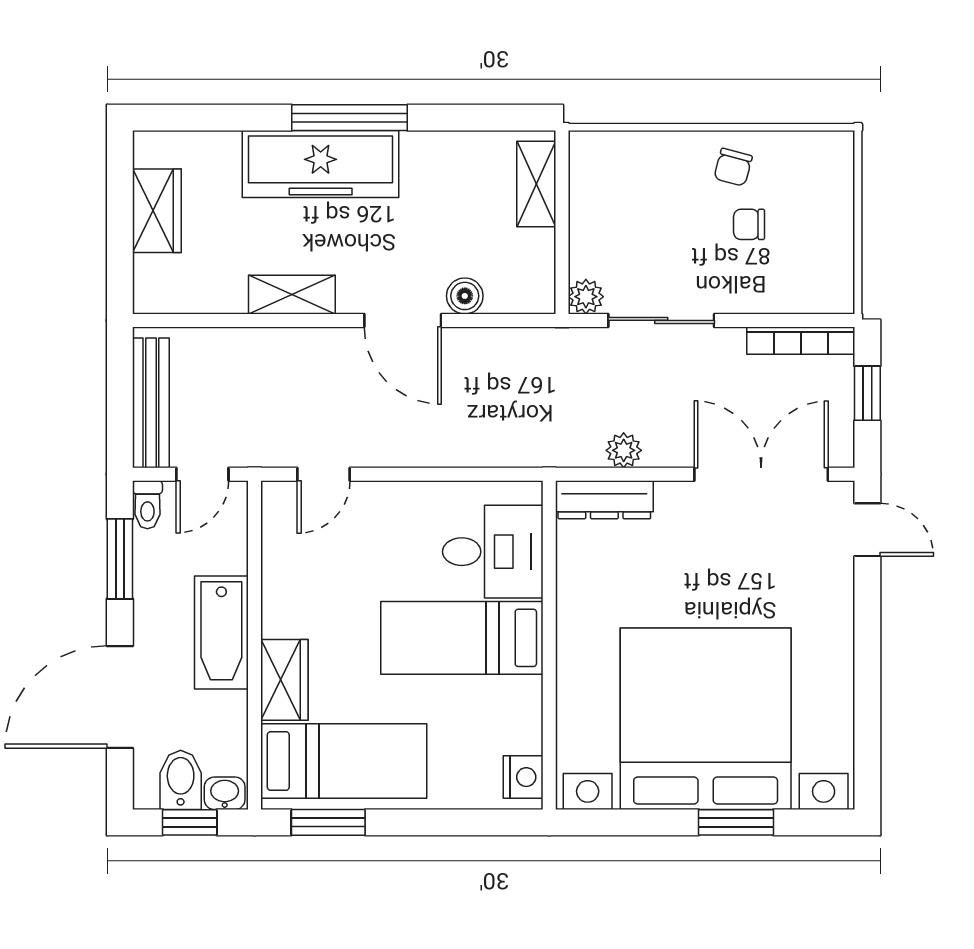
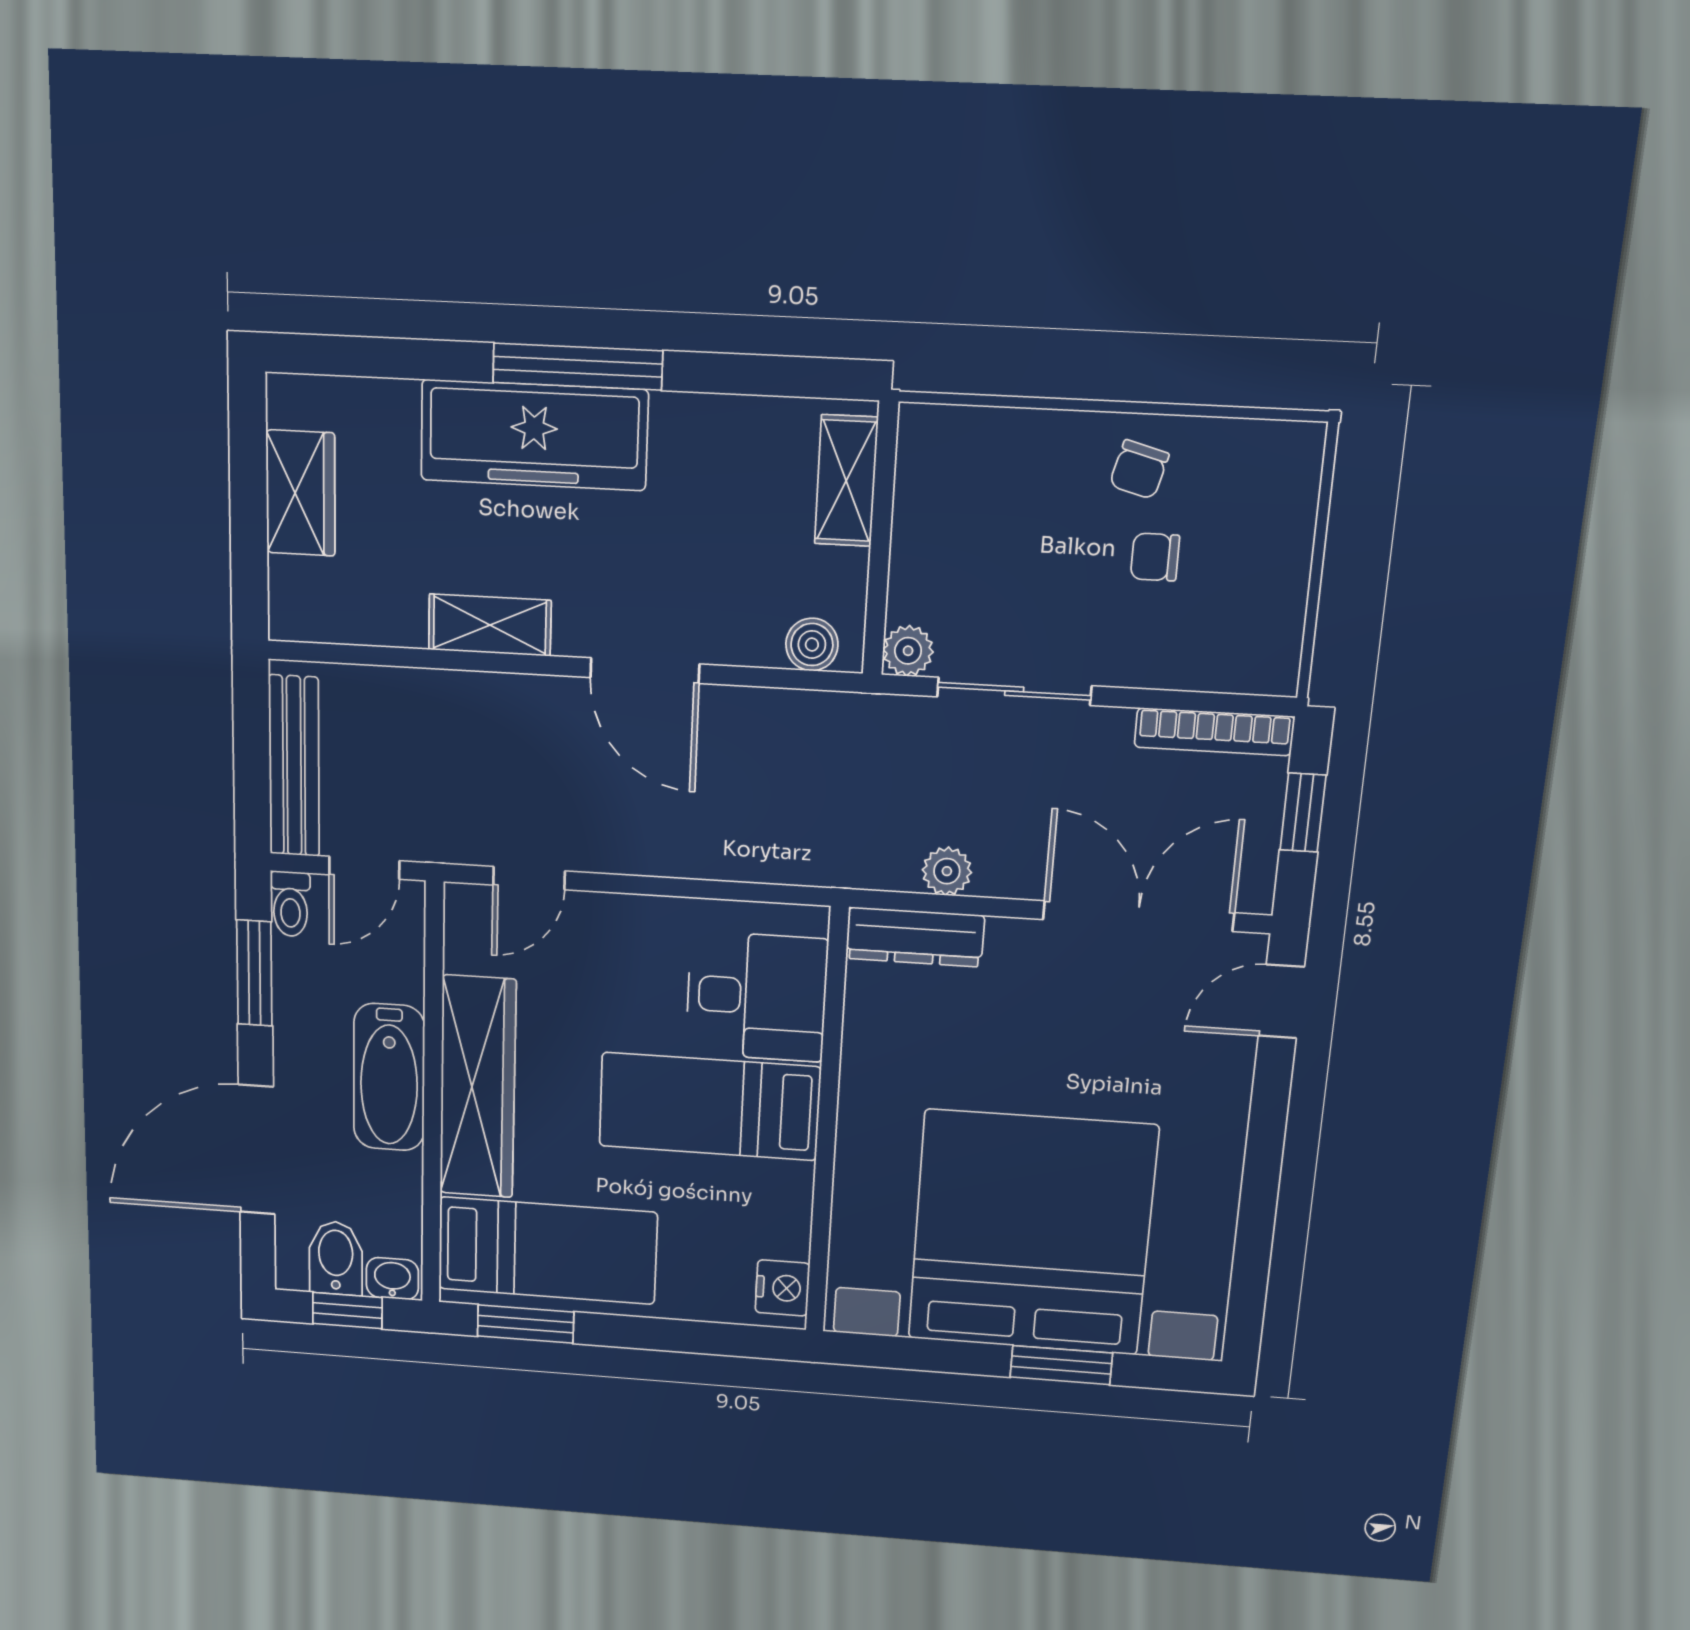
boiler: (465, 296) -> (812, 645), moved
door: (867, 530) -> (1281, 1001), swing flipped
wardrobe: (284, 680) -> (478, 1087), width x2.10, depth x1.17

